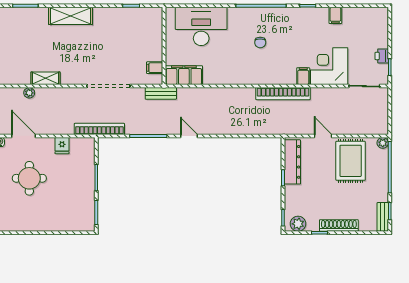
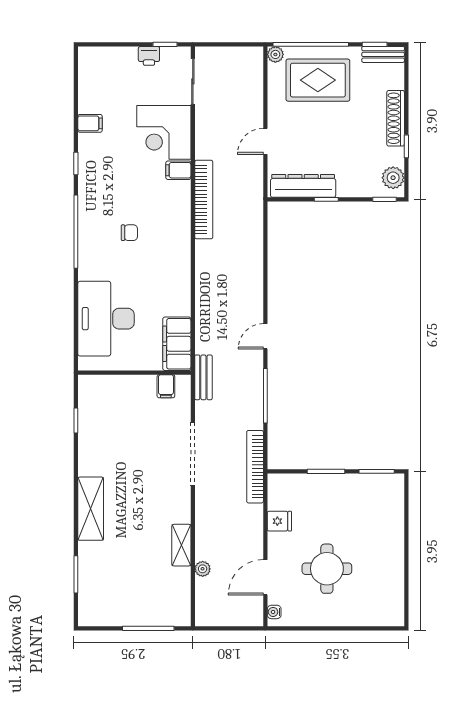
rug: (351, 161) -> (318, 80), moved

